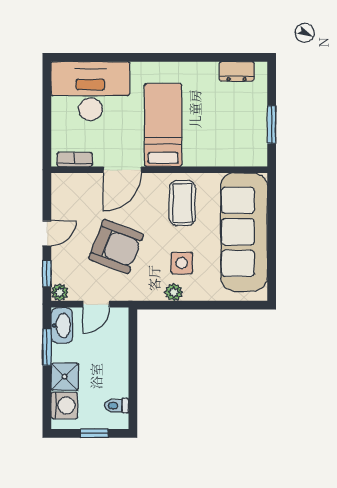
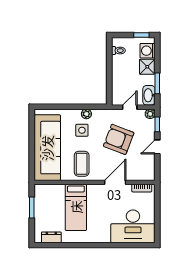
bed: (163, 125) -> (76, 207), moved
window: (94, 433) -> (141, 35), moved

